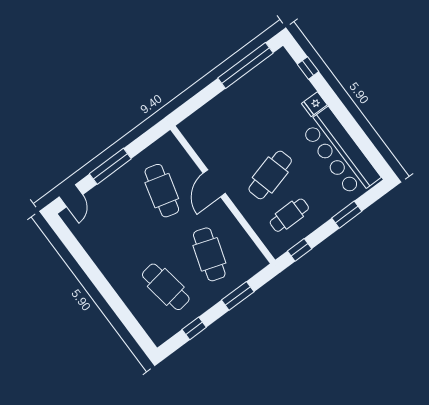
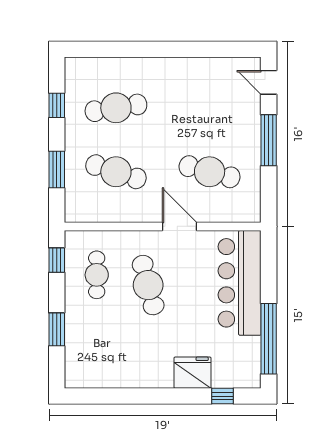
fridge: (314, 104) -> (193, 373), width x1.88, depth x1.34
bar counter: (340, 153) -> (240, 283), moved, turned -90

